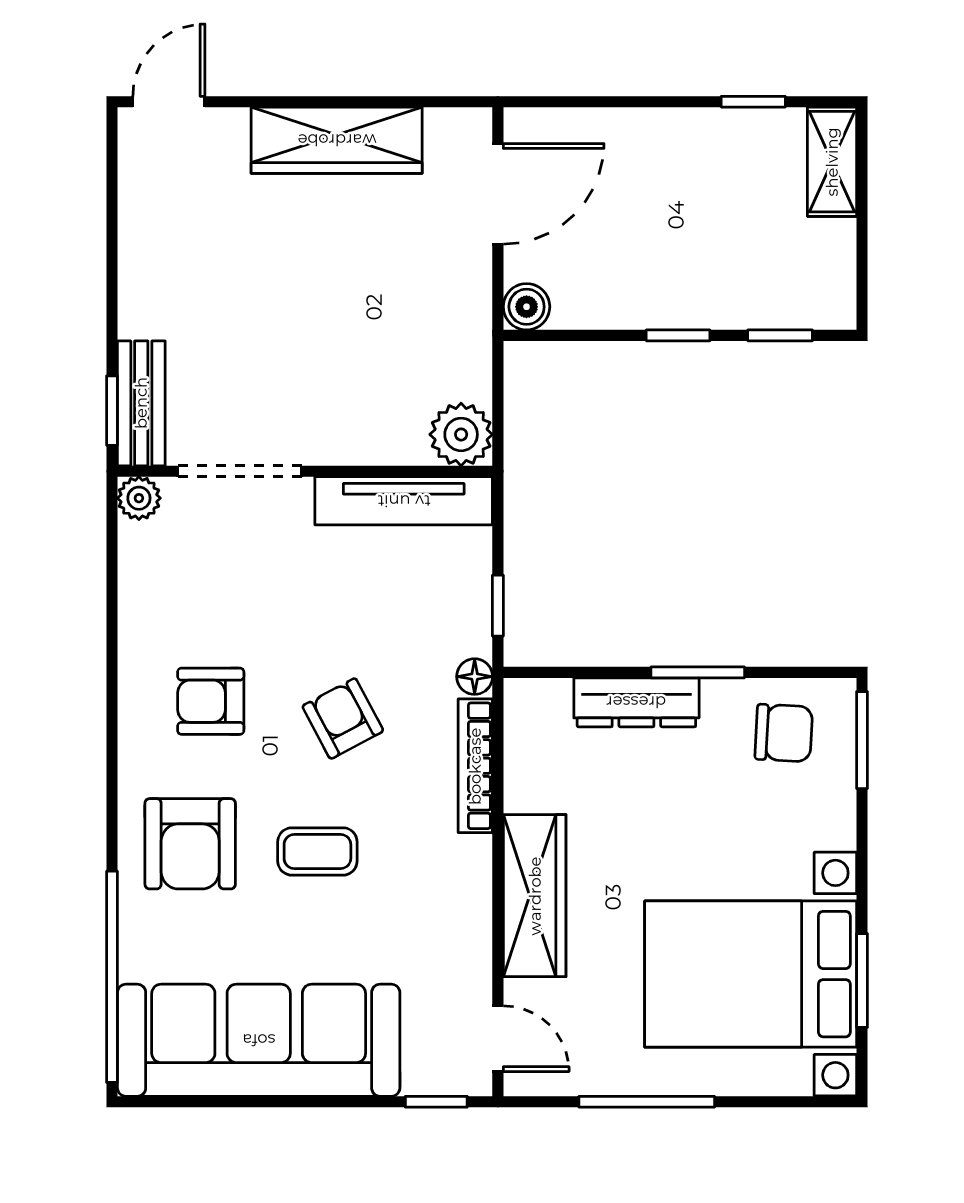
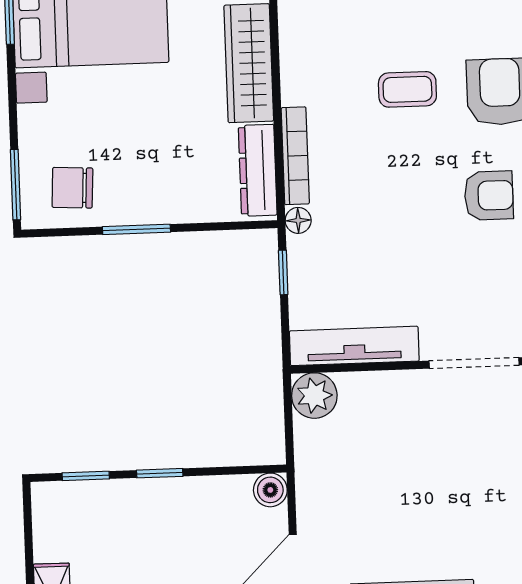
dresser: (636, 702) -> (258, 170), moved, turned -90
armchair: (343, 719) -> (393, 186), removed

